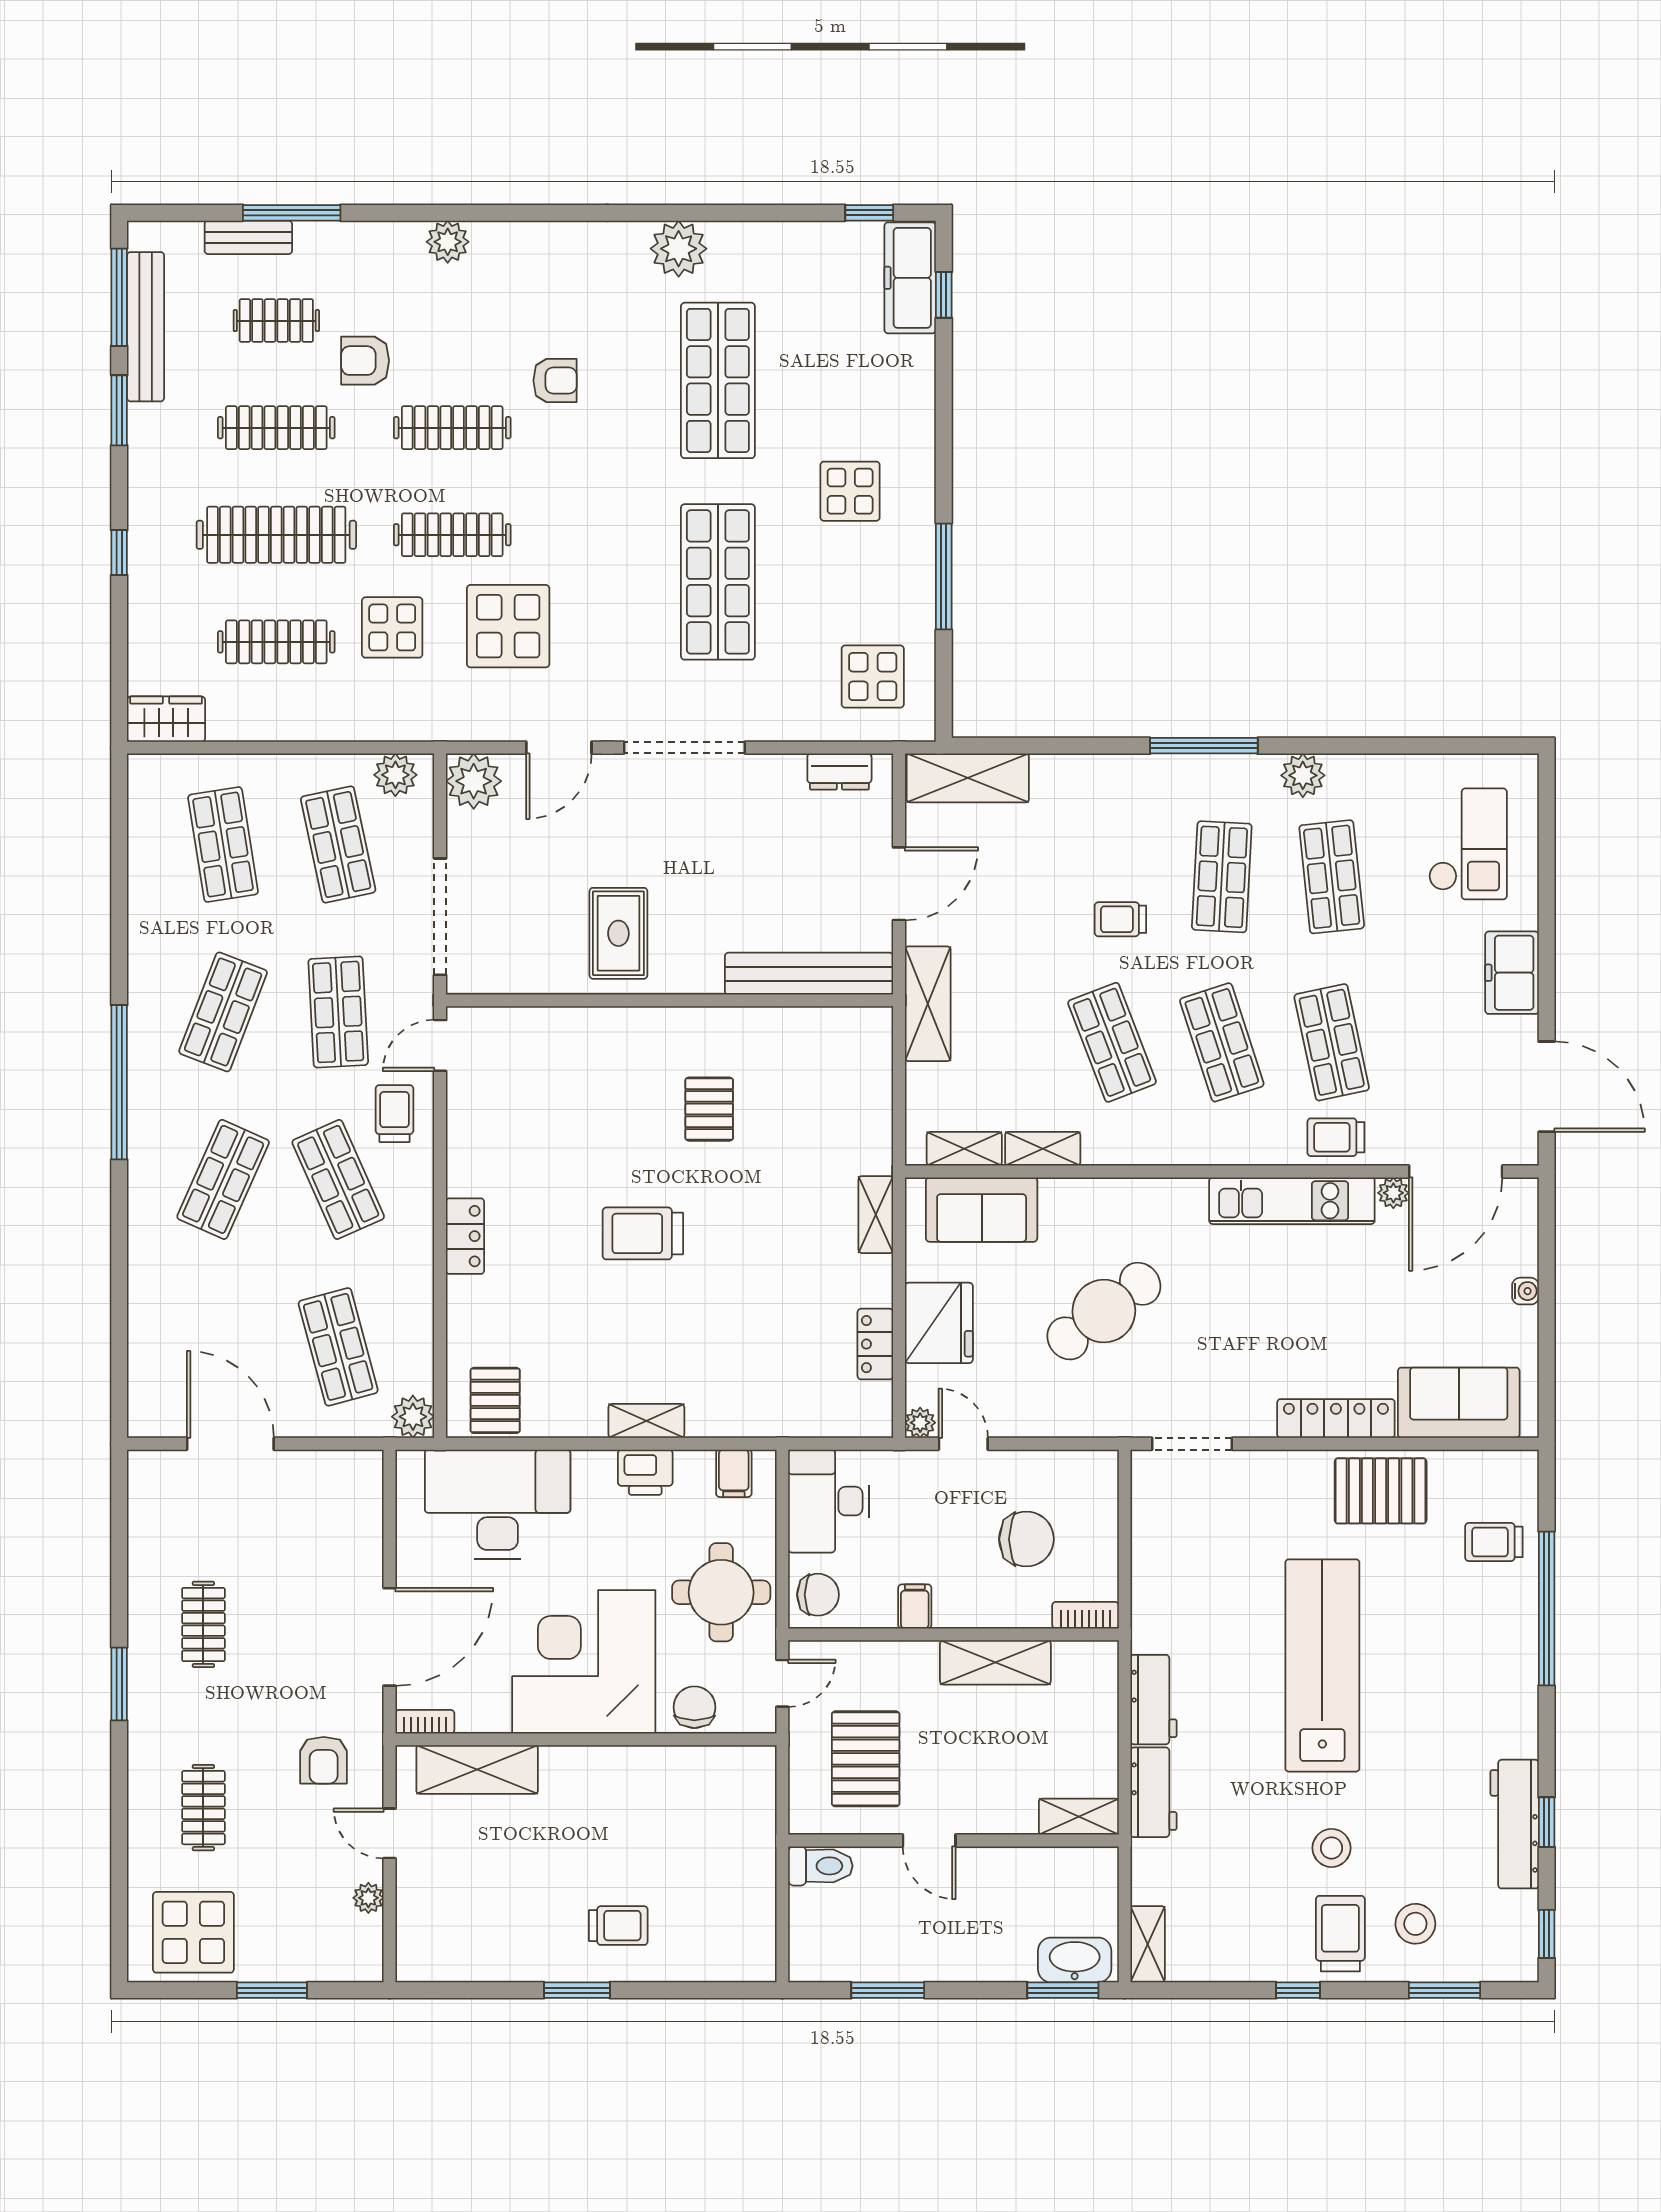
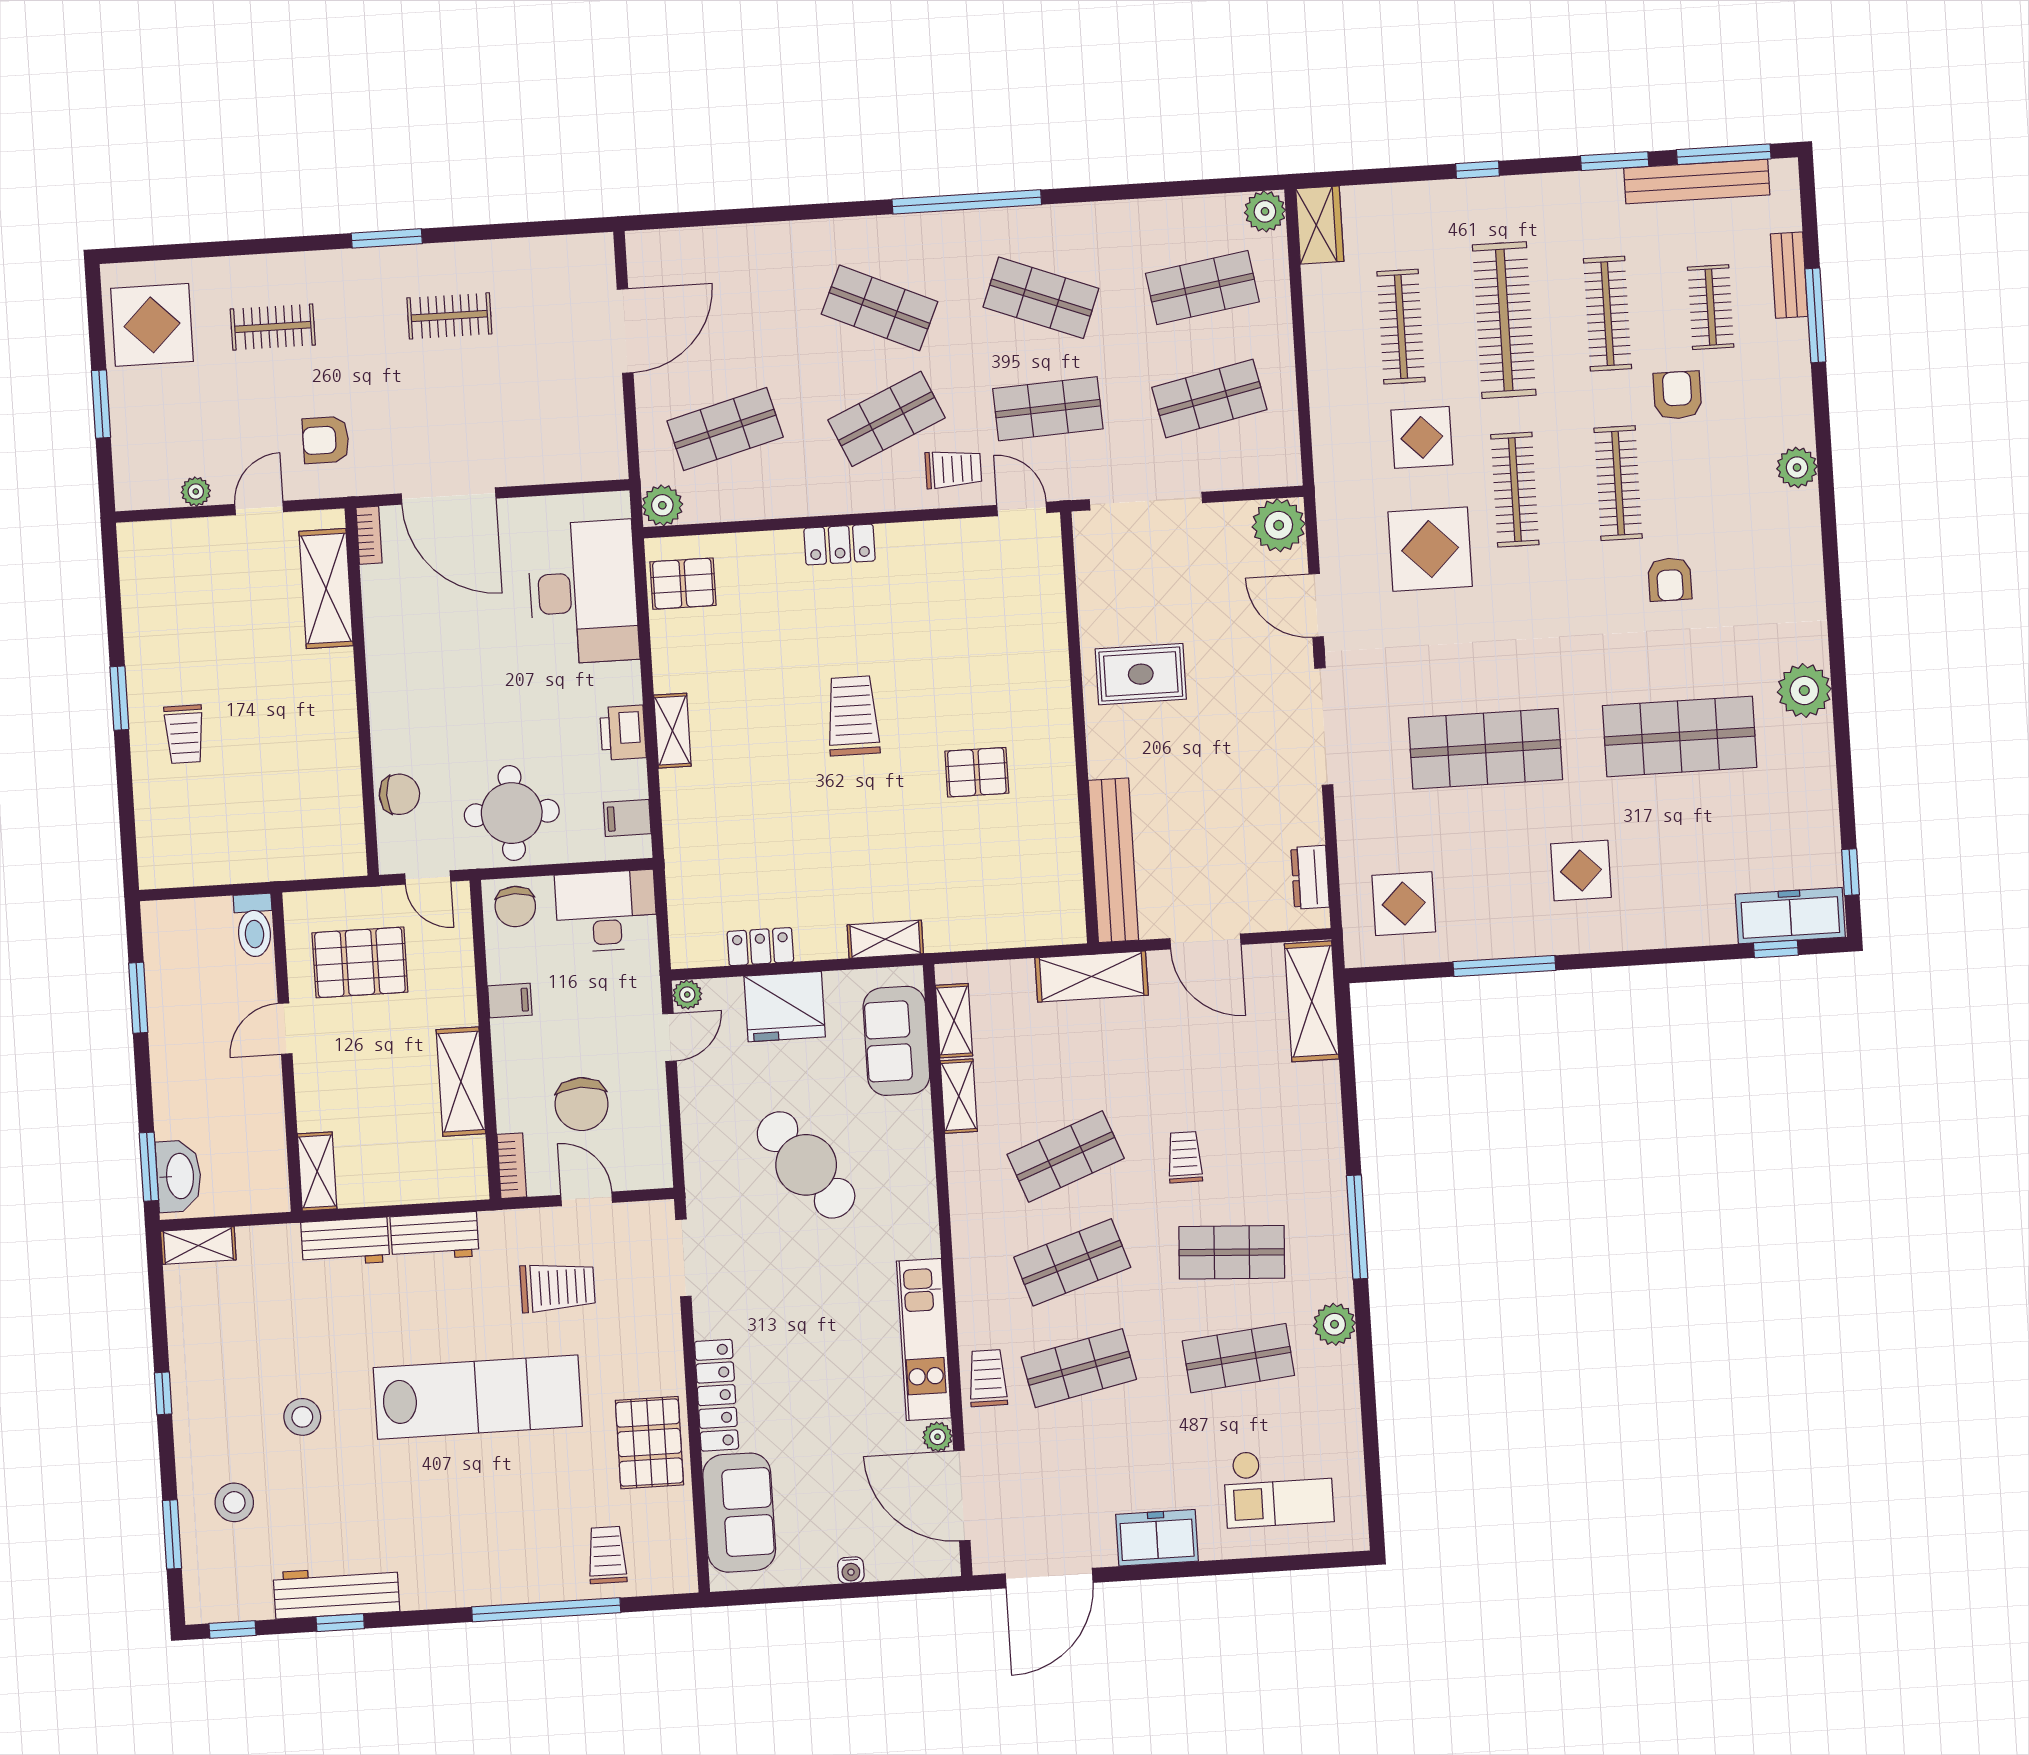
plant: (395, 775) -> (1265, 211), moved
door: (1125, 1540) -> (587, 1199), added
corner desk: (584, 1662) -> (436, 685), removed
trolley: (1340, 1934) -> (558, 1287), moved

